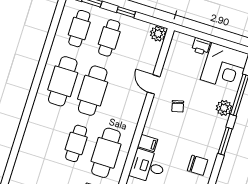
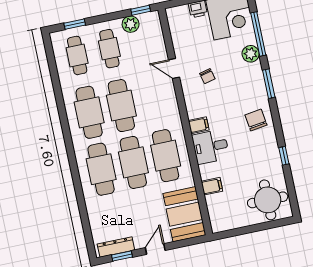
window: (126, 12) -> (141, 10), moved
plant: (158, 34) -> (131, 24), moved
cafe table: (46, 134) -> (101, 169), added
cafe table: (76, 143) -> (133, 162), width x1.37, depth x1.35
chair: (198, 165) -> (256, 120), turned -98

